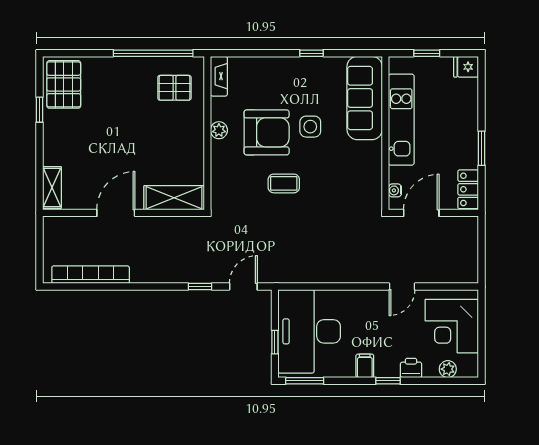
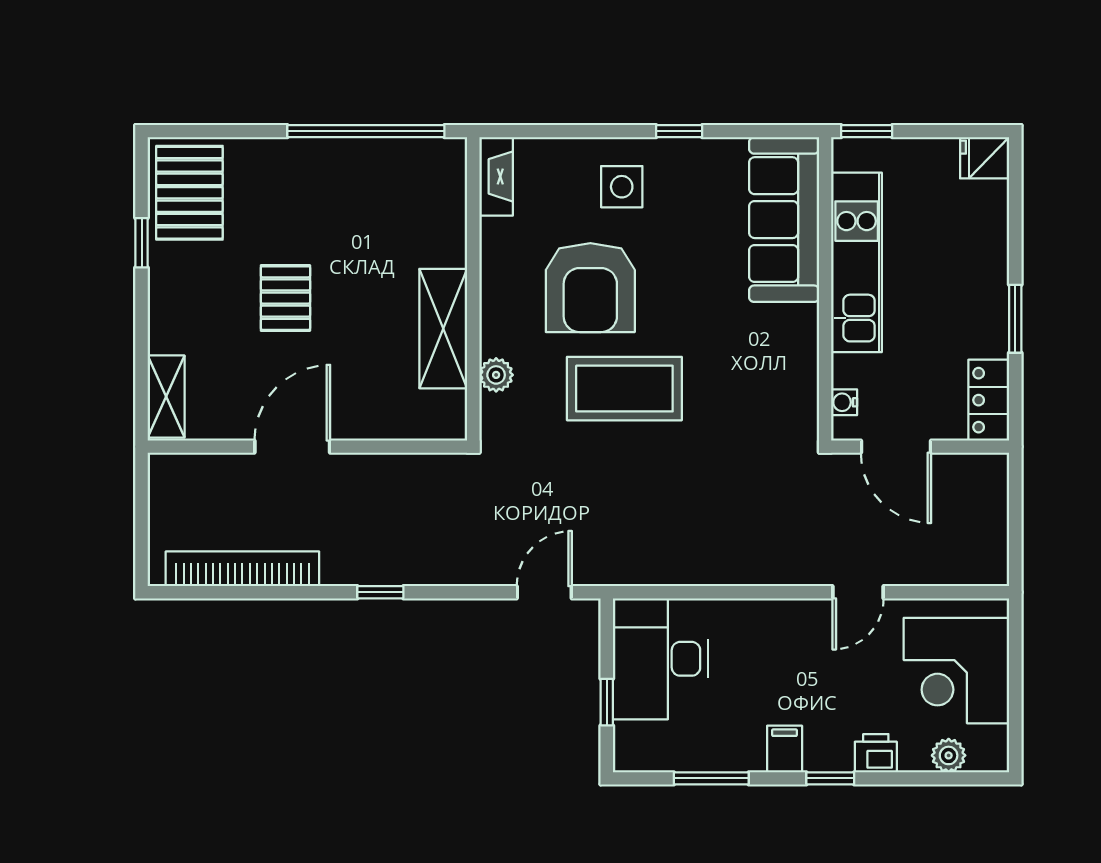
window: (427, 53) -> (867, 131), moved
pallet: (174, 88) -> (285, 298), moved, turned 90
side table: (310, 127) -> (622, 187), moved
plant: (219, 130) -> (496, 375), moved
armchair: (267, 132) -> (590, 288), turned 90
coffee table: (284, 183) -> (624, 389), width x1.86, depth x1.72
shelving: (174, 198) -> (443, 329), moved, turned 90
door: (421, 213) -> (896, 447), swing flipped
window: (200, 287) -> (380, 592), moved
desk: (309, 331) -> (660, 659), width x0.73, depth x0.77
window: (305, 381) -> (711, 778), moved

